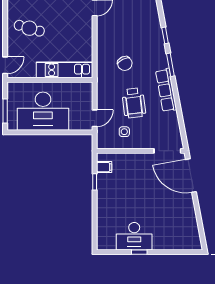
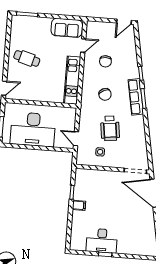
chair: (122, 24) -> (105, 61), added
kitchen unit: (65, 70) -> (72, 80), moved, turned -90
row of seats: (166, 90) -> (136, 97), moved
door: (95, 118) -> (76, 139), swing flipped
filing cabinet: (104, 167) -> (79, 205), moved

